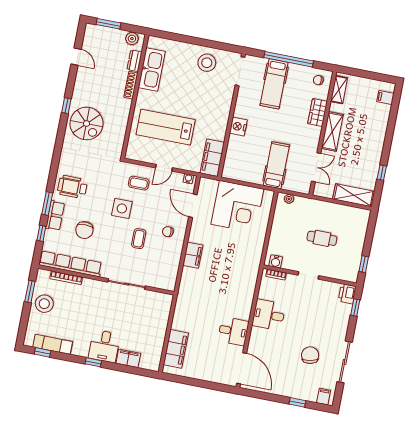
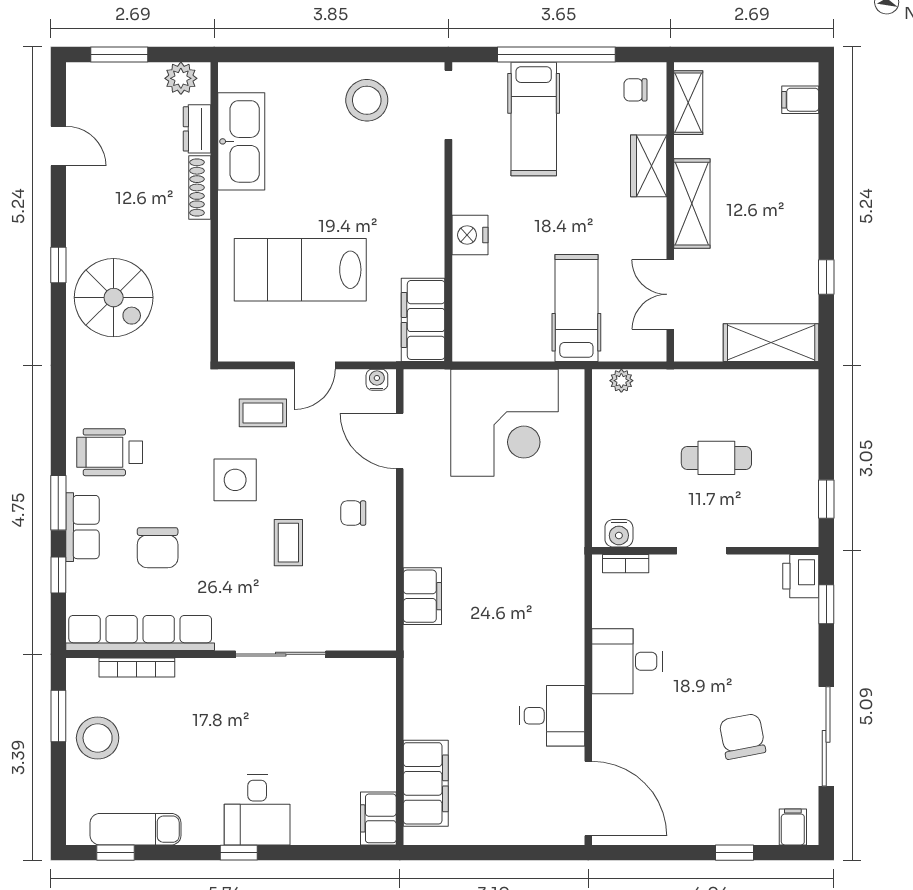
double door: (316, 167) -> (670, 294), swing flipped
filing cabinet: (193, 255) -> (422, 596), moved
filing cabinet: (128, 358) -> (378, 818), moved, turned -90

